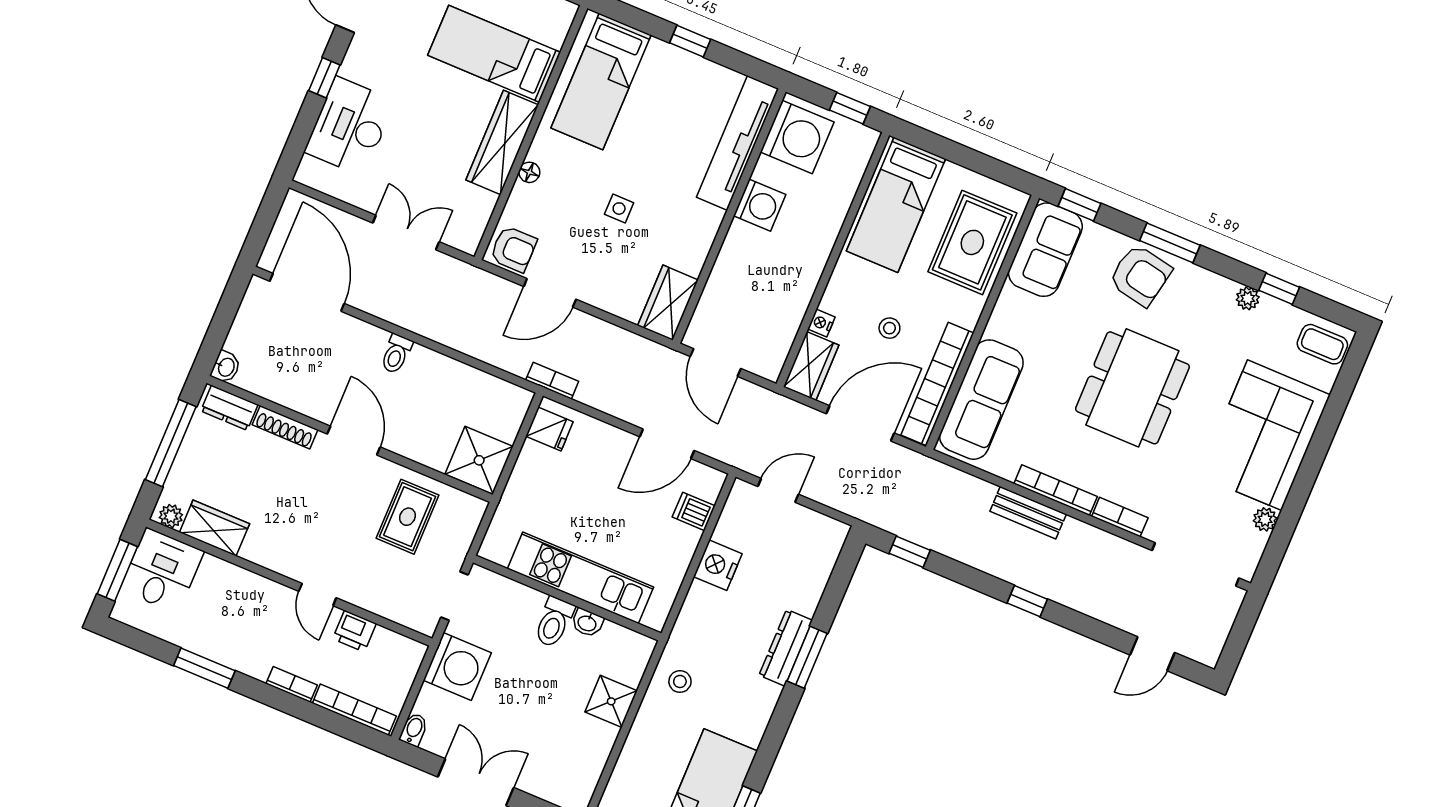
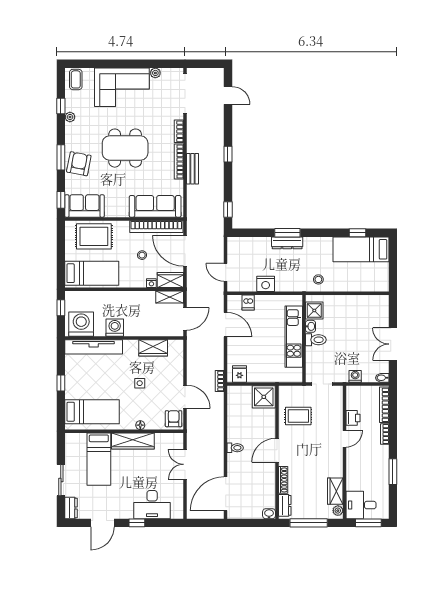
wardrobe: (668, 303) -> (153, 348), moved
shelving: (776, 349) -> (170, 297), added
washing machine: (457, 667) -> (355, 376), width x0.53, depth x0.53
shower: (611, 701) -> (314, 310), moved

